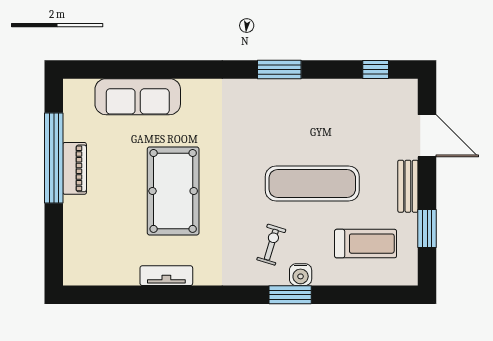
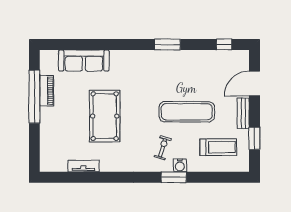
door: (427, 136) -> (254, 84), swing flipped
piano: (75, 168) -> (47, 91), moved
tv unit: (166, 276) -> (83, 166), moved

